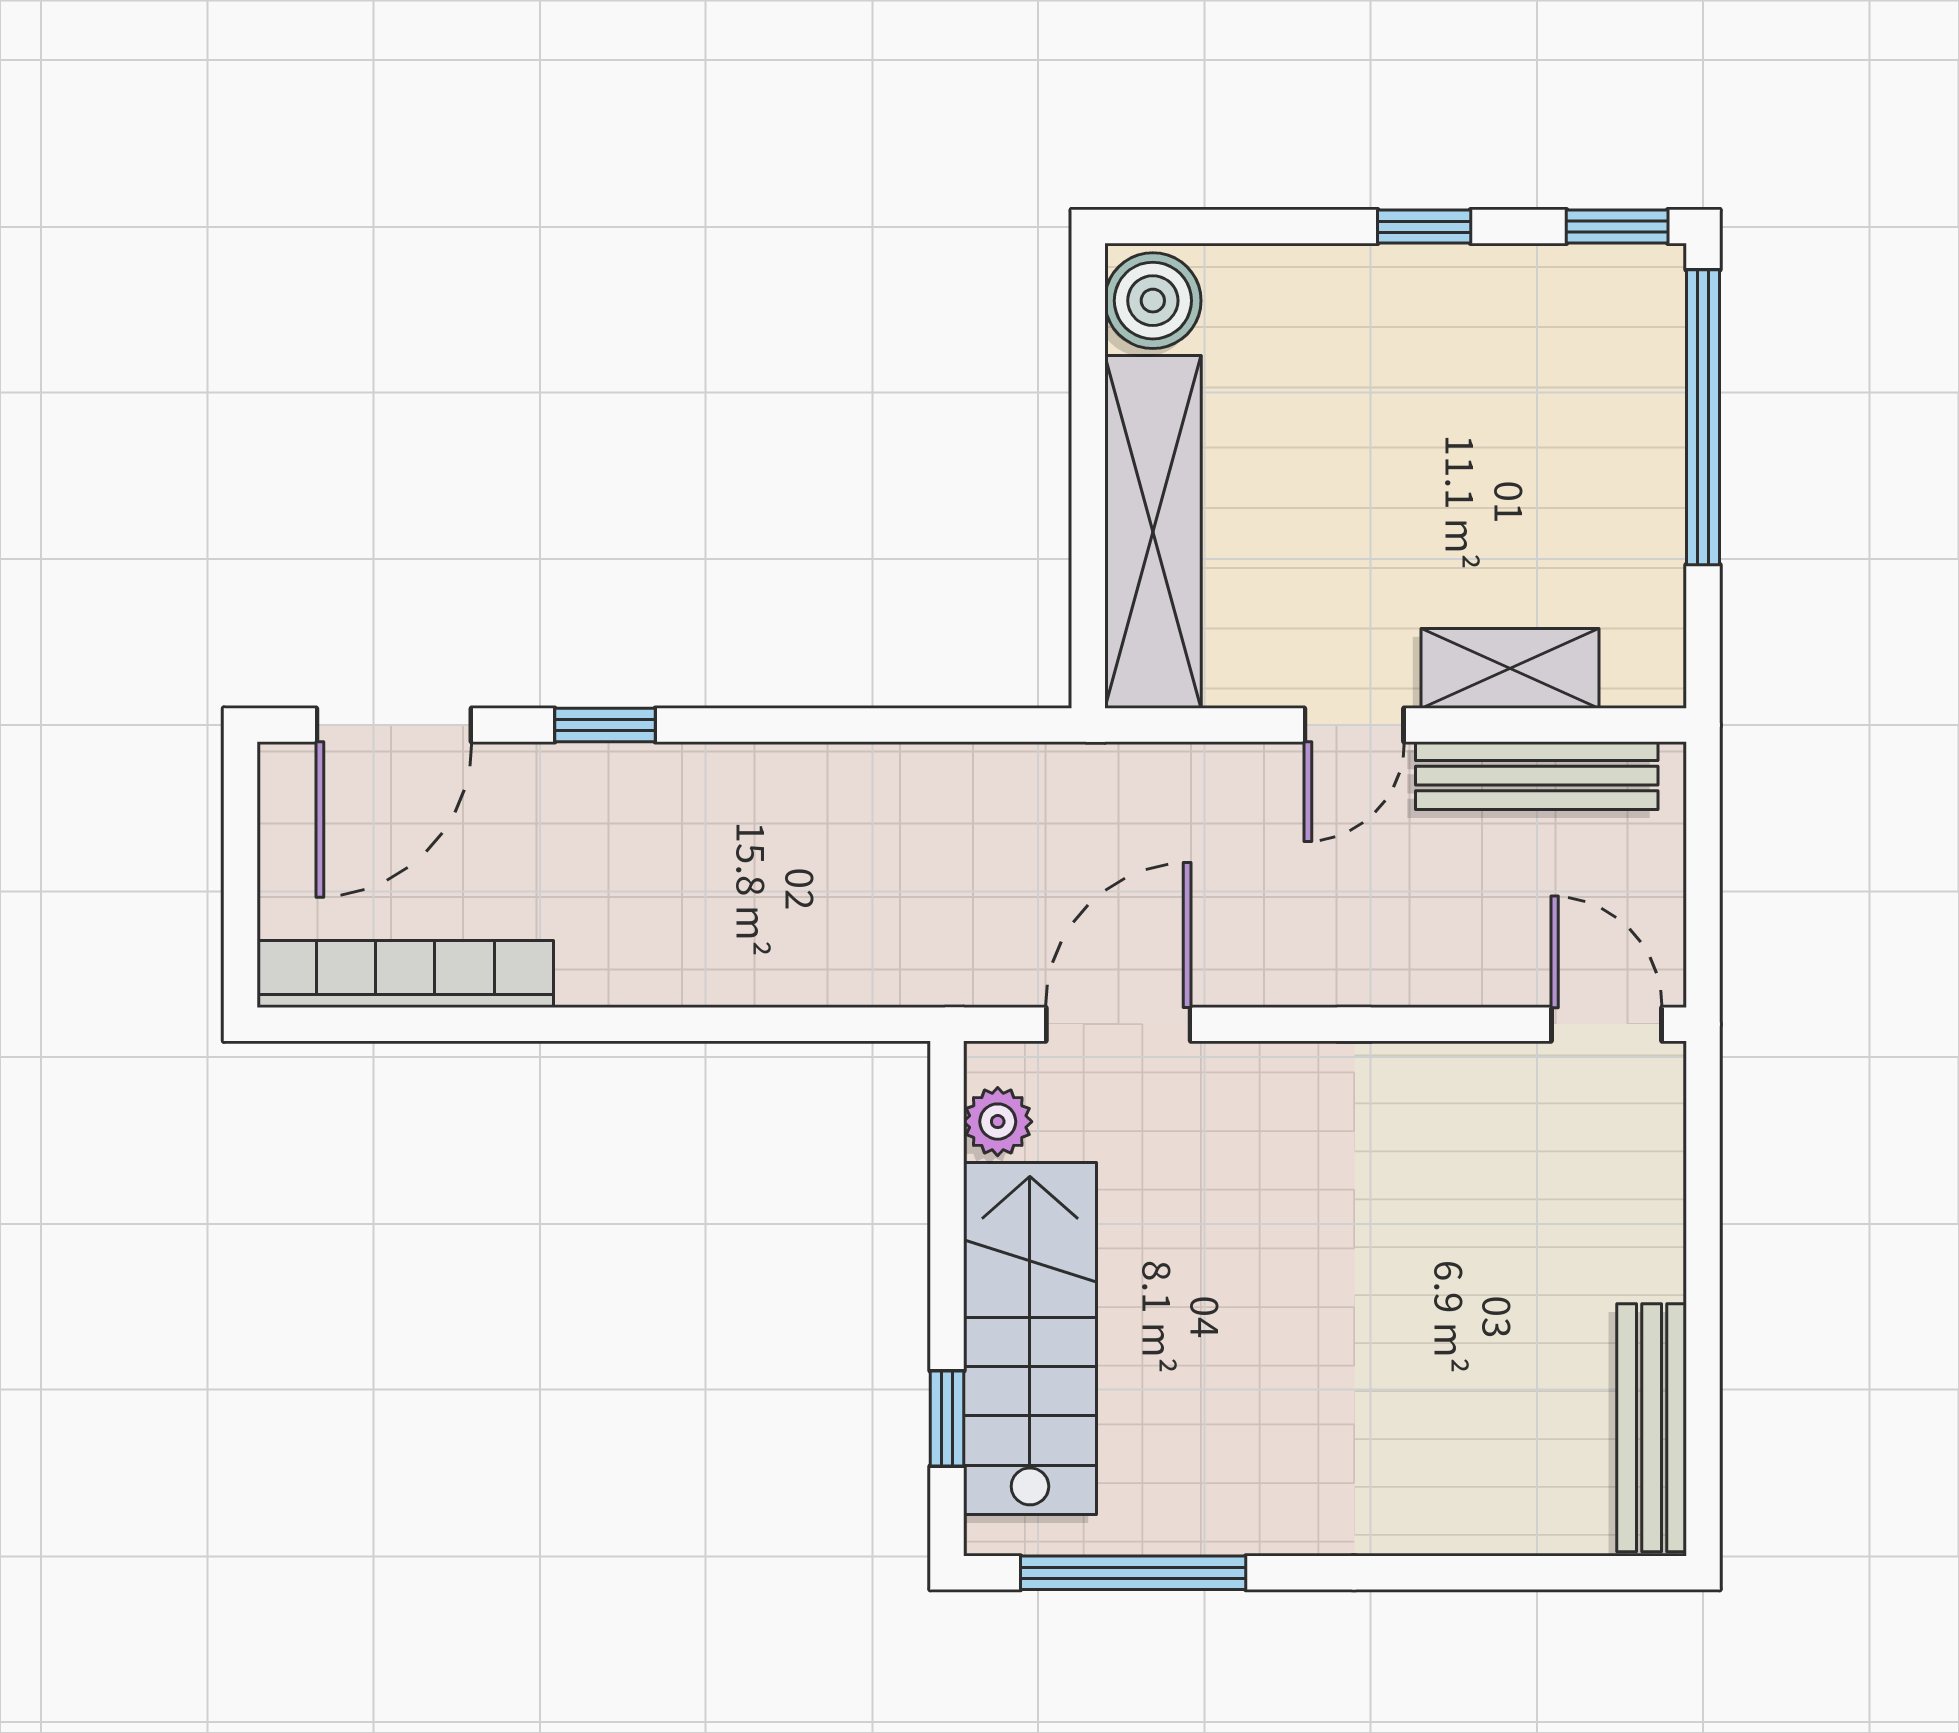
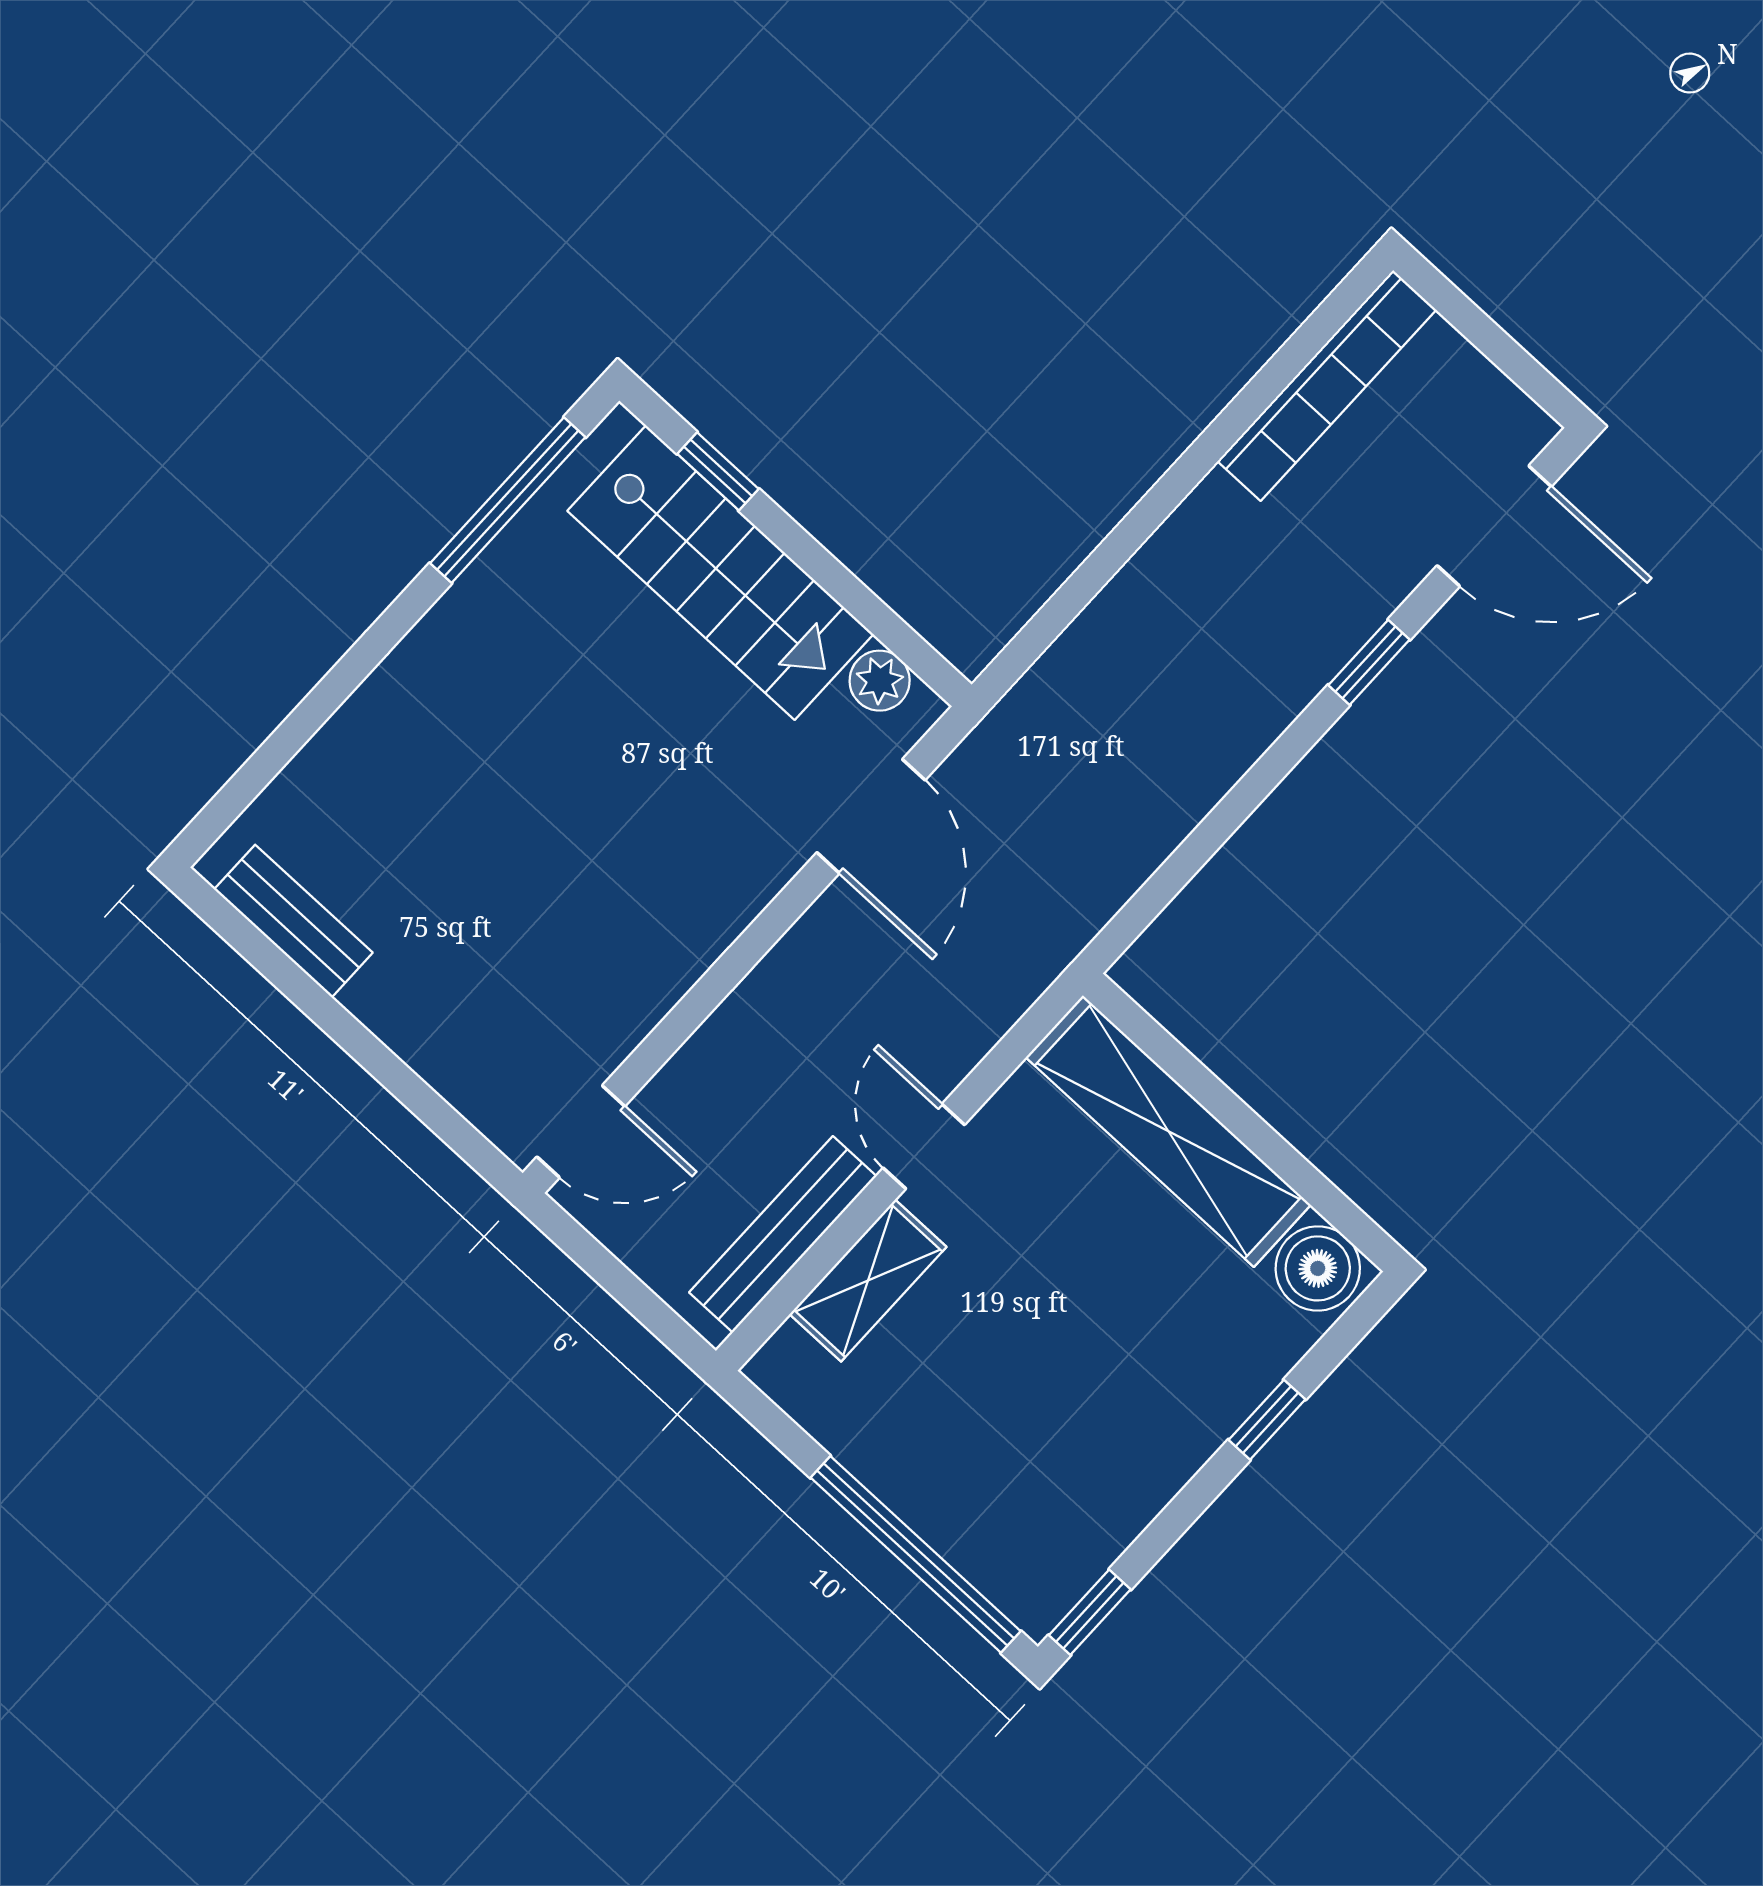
window: (1424, 227) -> (1267, 1420), moved
door: (394, 725) -> (1494, 526), swing flipped
bench: (1652, 1428) -> (293, 921), width x0.73

